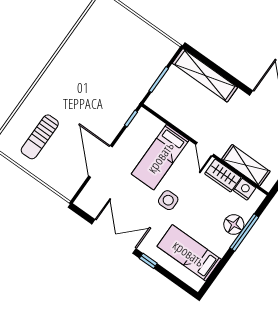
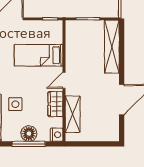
nightstand: (245, 189) -> (57, 135), moved
side table: (168, 200) -> (15, 104), moved

